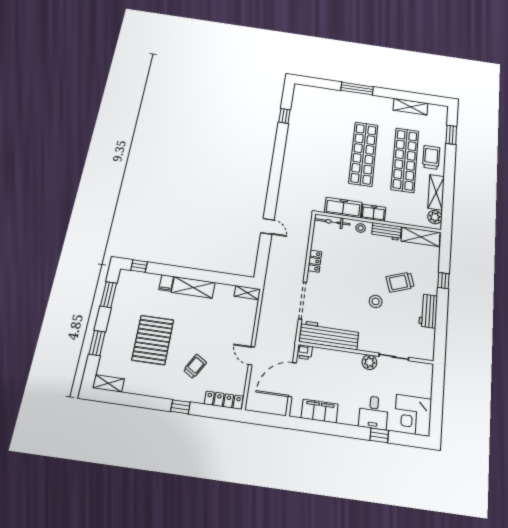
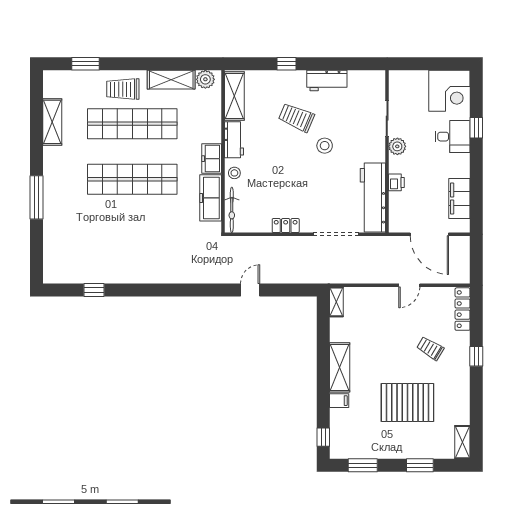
trolley: (400, 282) -> (296, 118), turned 132
printer: (304, 352) -> (396, 182), moved

